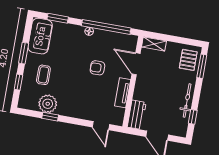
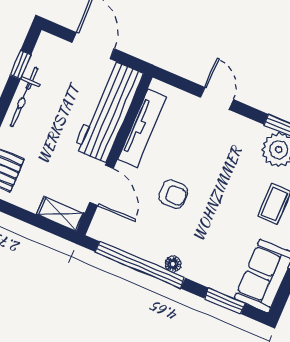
tv unit: (123, 93) -> (142, 128), width x1.41
workbench: (137, 115) -> (109, 111), width x1.88, depth x1.32
door: (101, 126) -> (217, 98), moved

